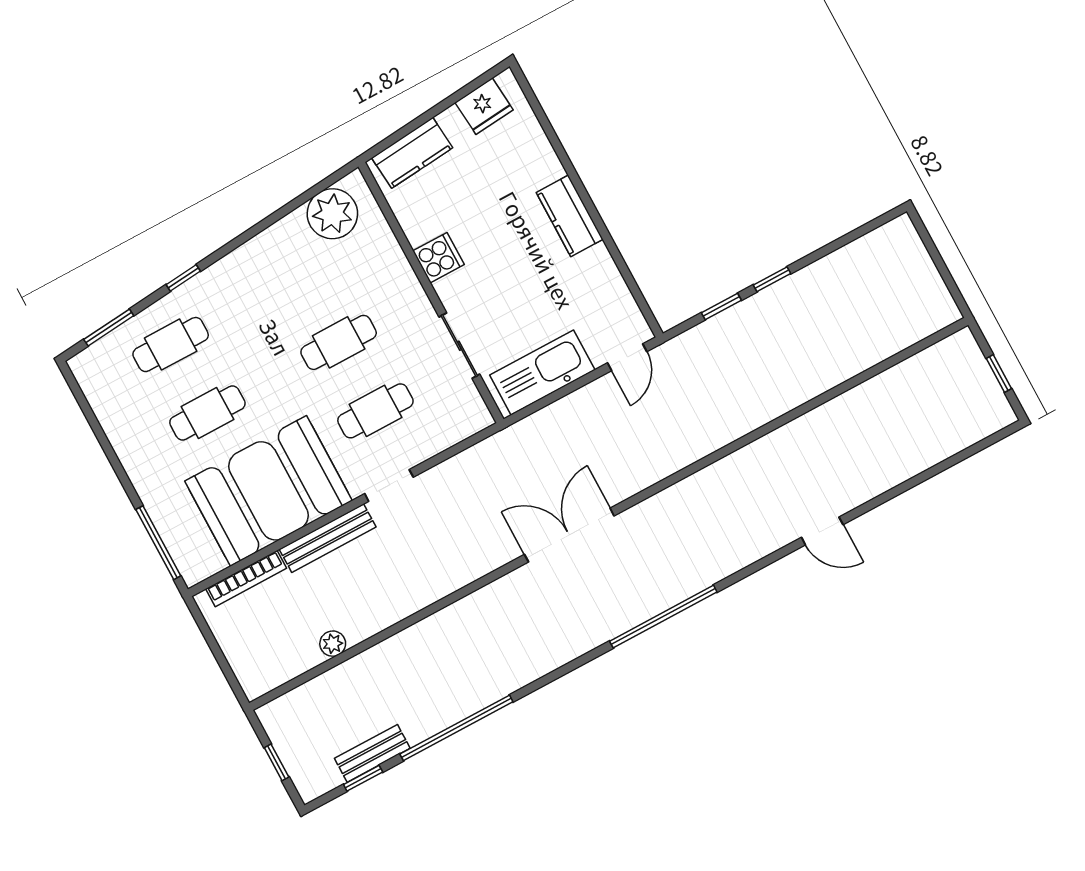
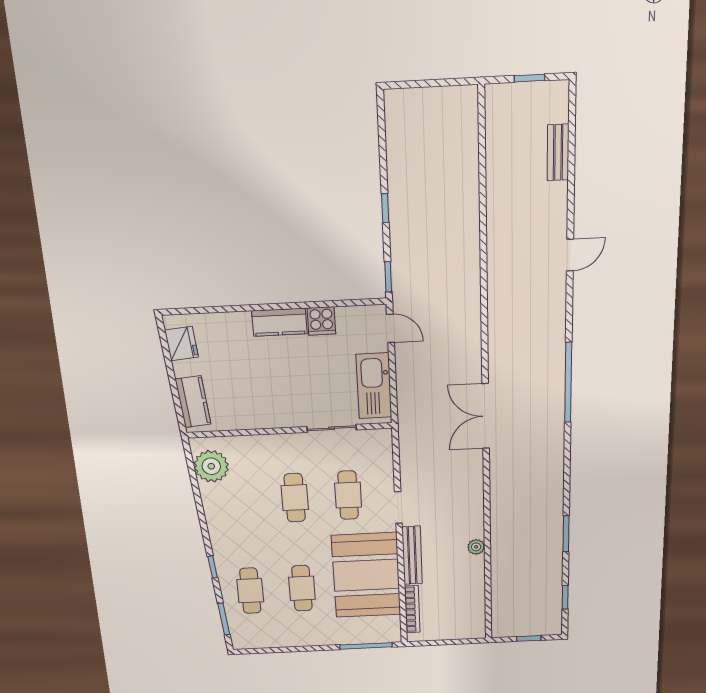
cooker: (438, 258) -> (321, 321), moved, turned 180
window: (721, 306) -> (388, 277), moved
plant: (333, 644) -> (476, 547), moved
window: (456, 728) -> (566, 534), width x0.47
bench: (372, 753) -> (558, 152), moved

